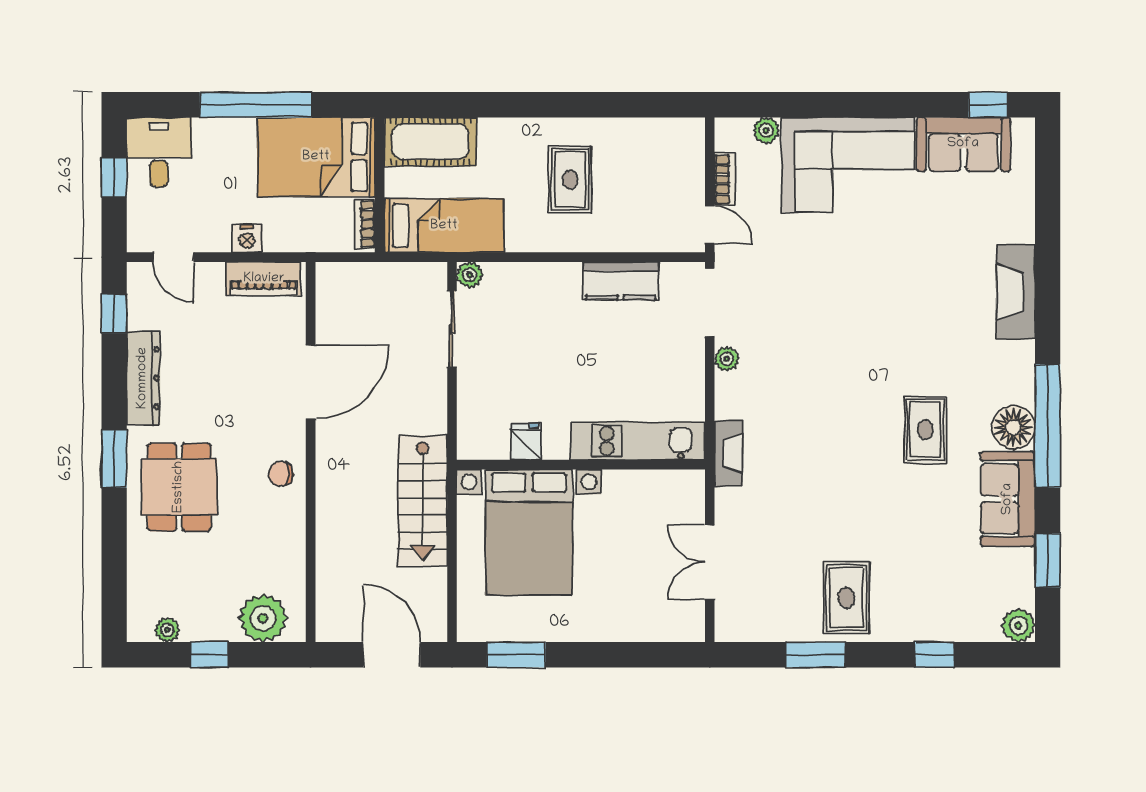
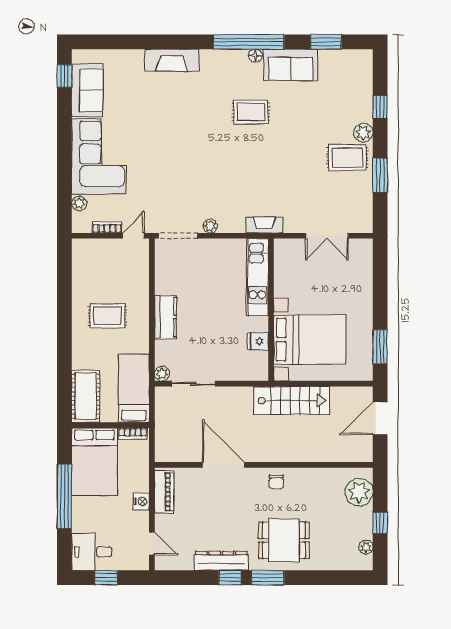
door: (174, 257) -> (152, 544), hinge flipped
kitchen counter: (621, 281) -> (165, 317), moved
window: (114, 314) -> (230, 578), moved
floor lamp: (1013, 427) -> (255, 56), width x0.53, depth x0.53
plant: (1018, 625) -> (363, 133), moved

